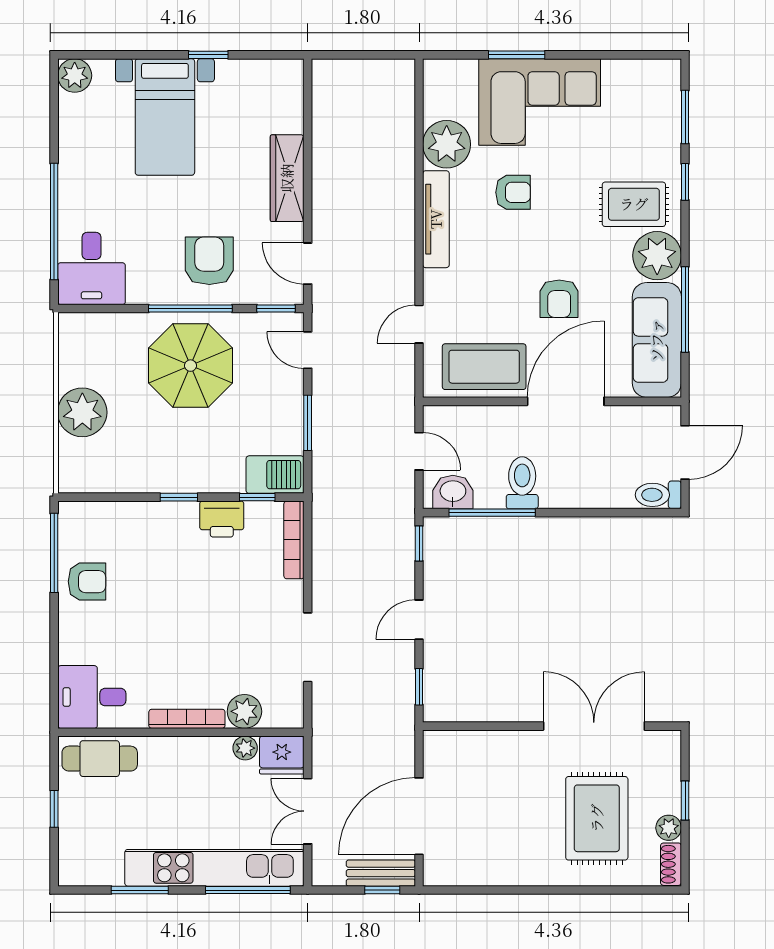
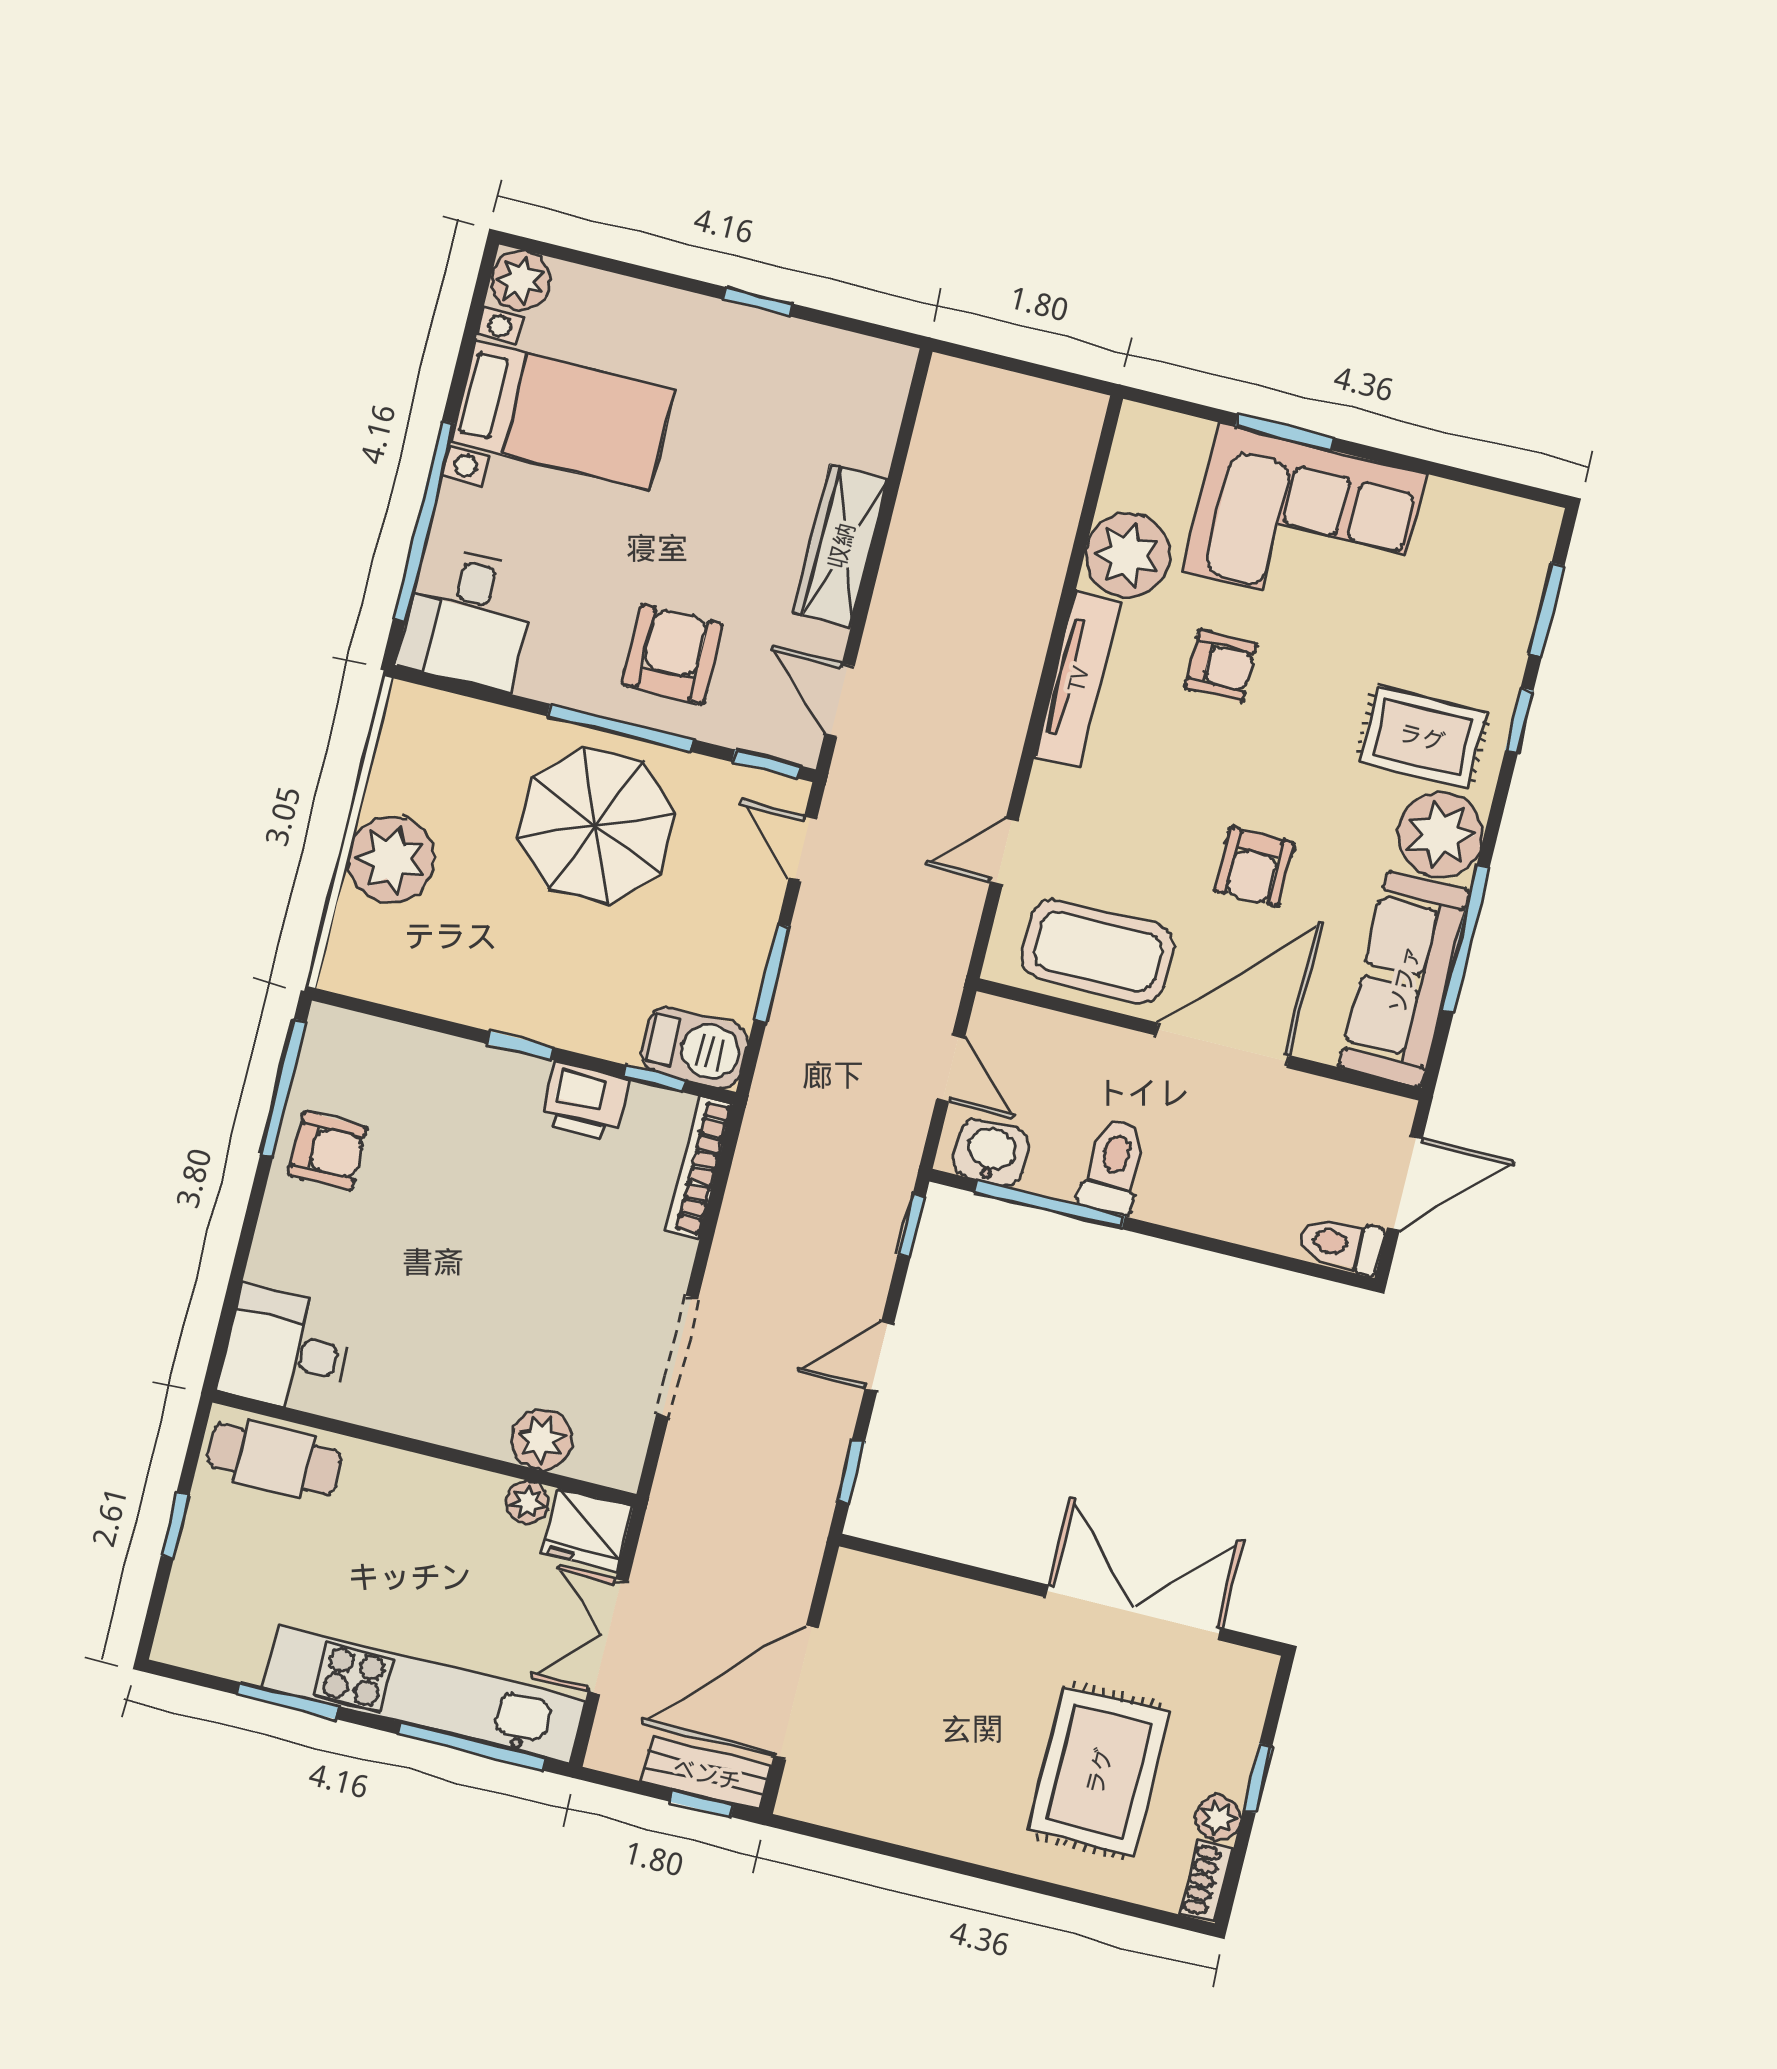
bed with nightstands: (165, 117) -> (563, 415), moved, turned -90
bookcase: (187, 719) -> (440, 1428), removed

